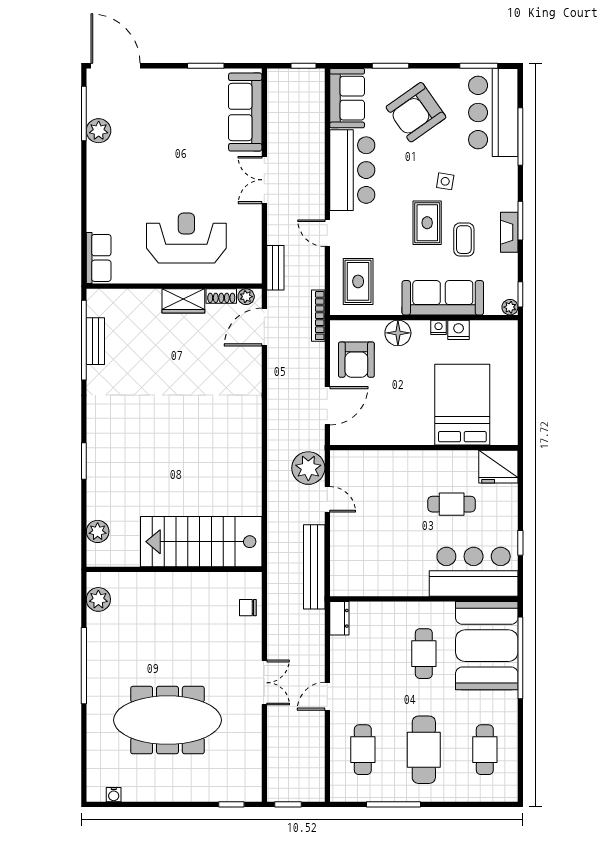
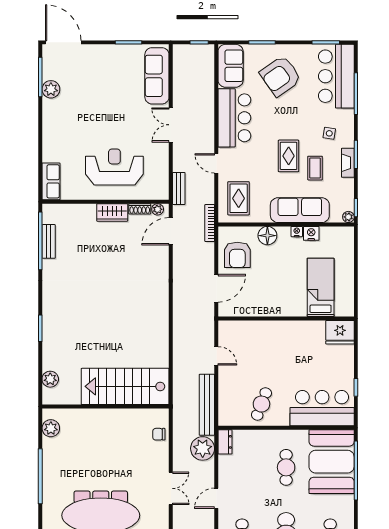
side table: (445, 181) -> (329, 133), moved
bed: (462, 405) -> (321, 287), width x0.67
plant: (308, 468) -> (203, 448), moved
cafe table: (452, 504) -> (261, 404), moved, turned -69

